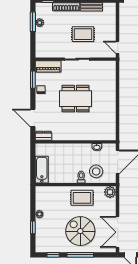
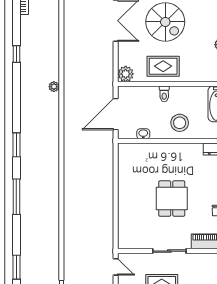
dining table: (75, 99) -> (172, 199), width x0.73
stool: (96, 171) -> (180, 123), moved

